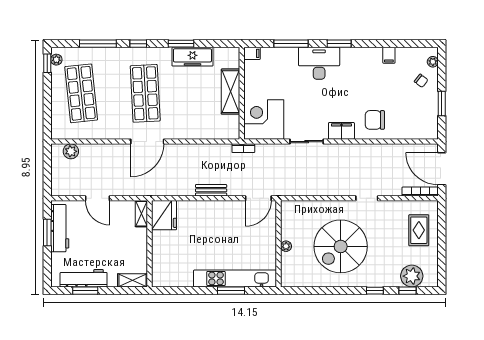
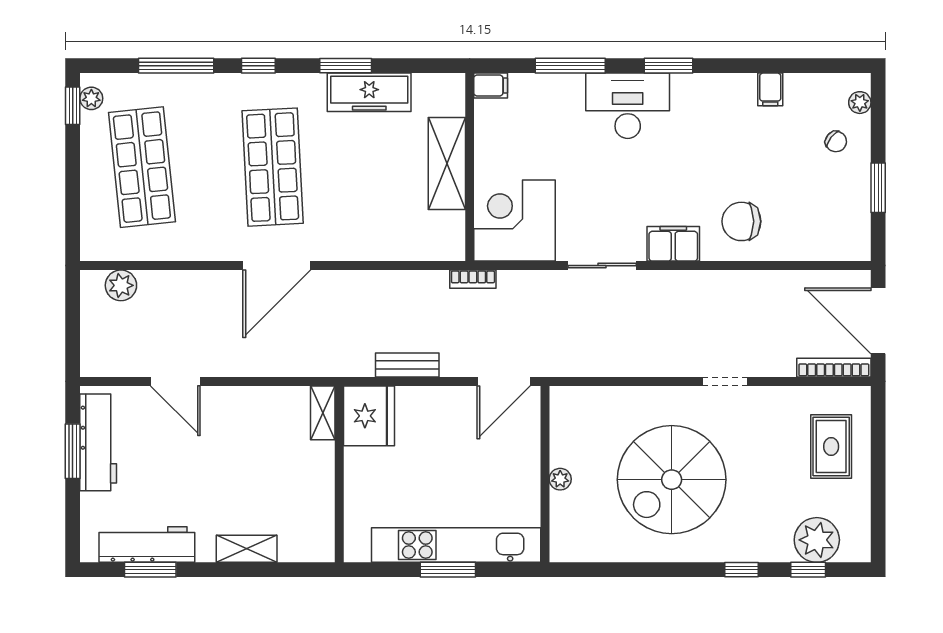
shelving: (141, 214) -> (323, 413), moved
fridge: (164, 215) -> (369, 416), moved
wall: (149, 244) -> (339, 474), moved

